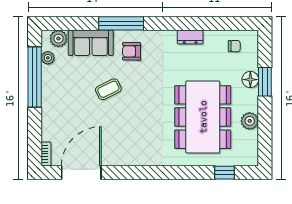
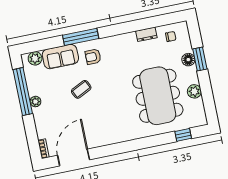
dresser: (190, 37) -> (146, 34), moved
plant: (48, 58) -> (35, 102), moved

